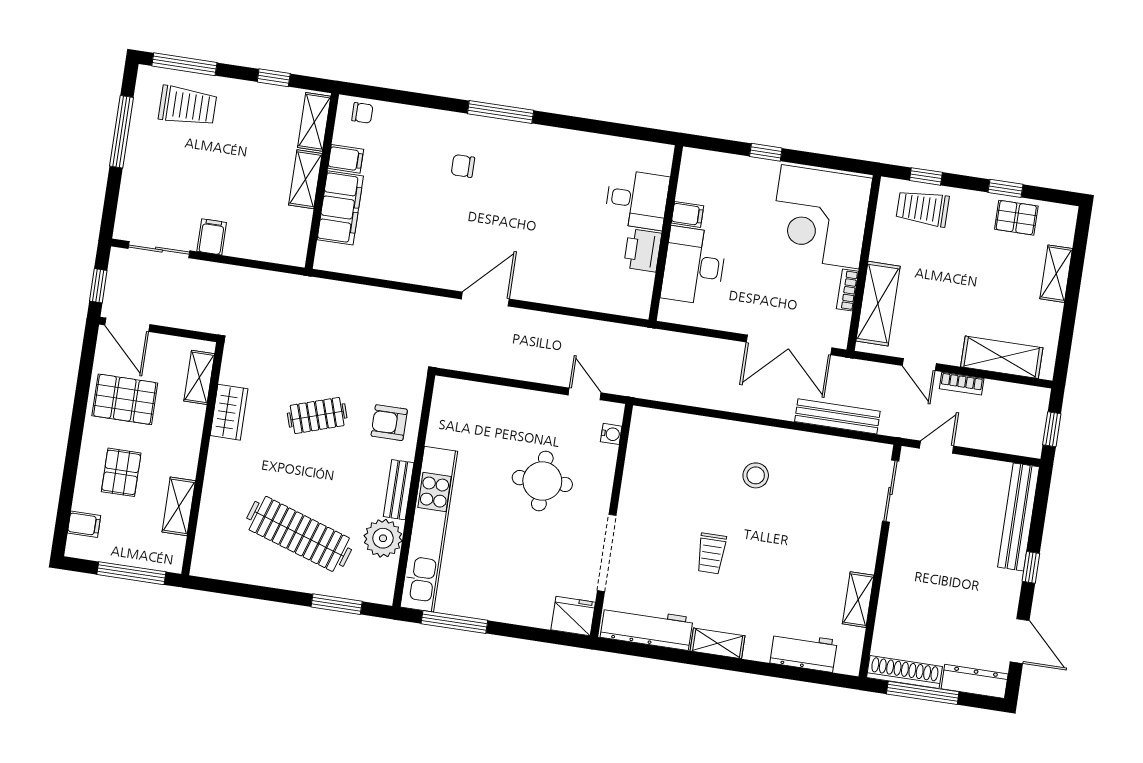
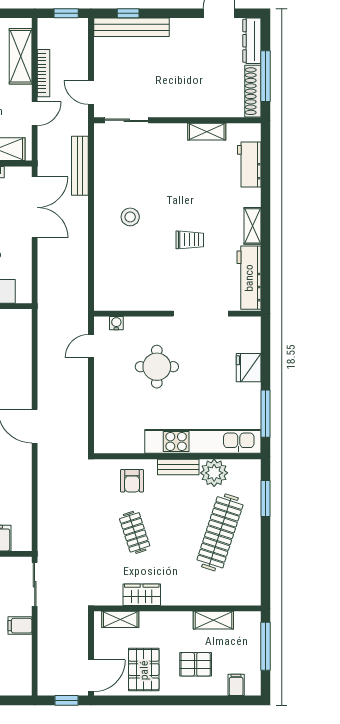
sliding door: (159, 250) -> (35, 584), moved
bookcase: (962, 384) -> (44, 73), width x1.56
window: (1031, 567) -> (128, 13), moved
fridge: (573, 616) -> (249, 368), moved

